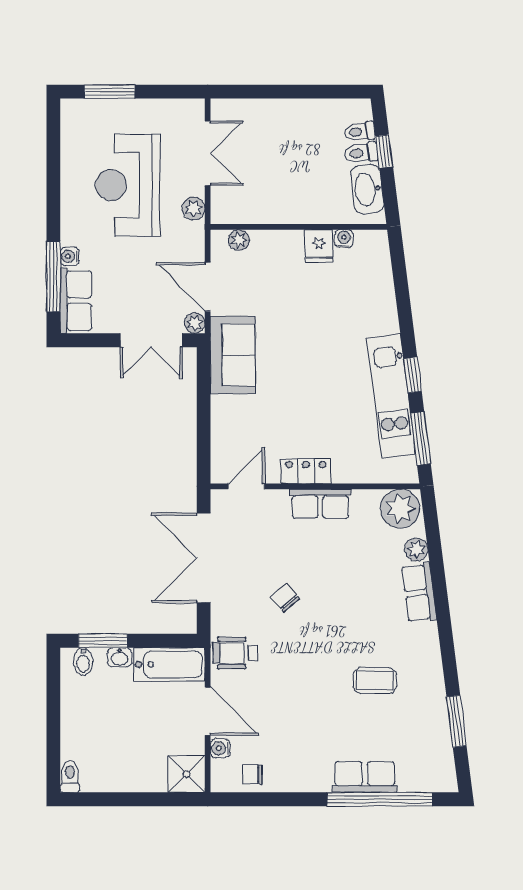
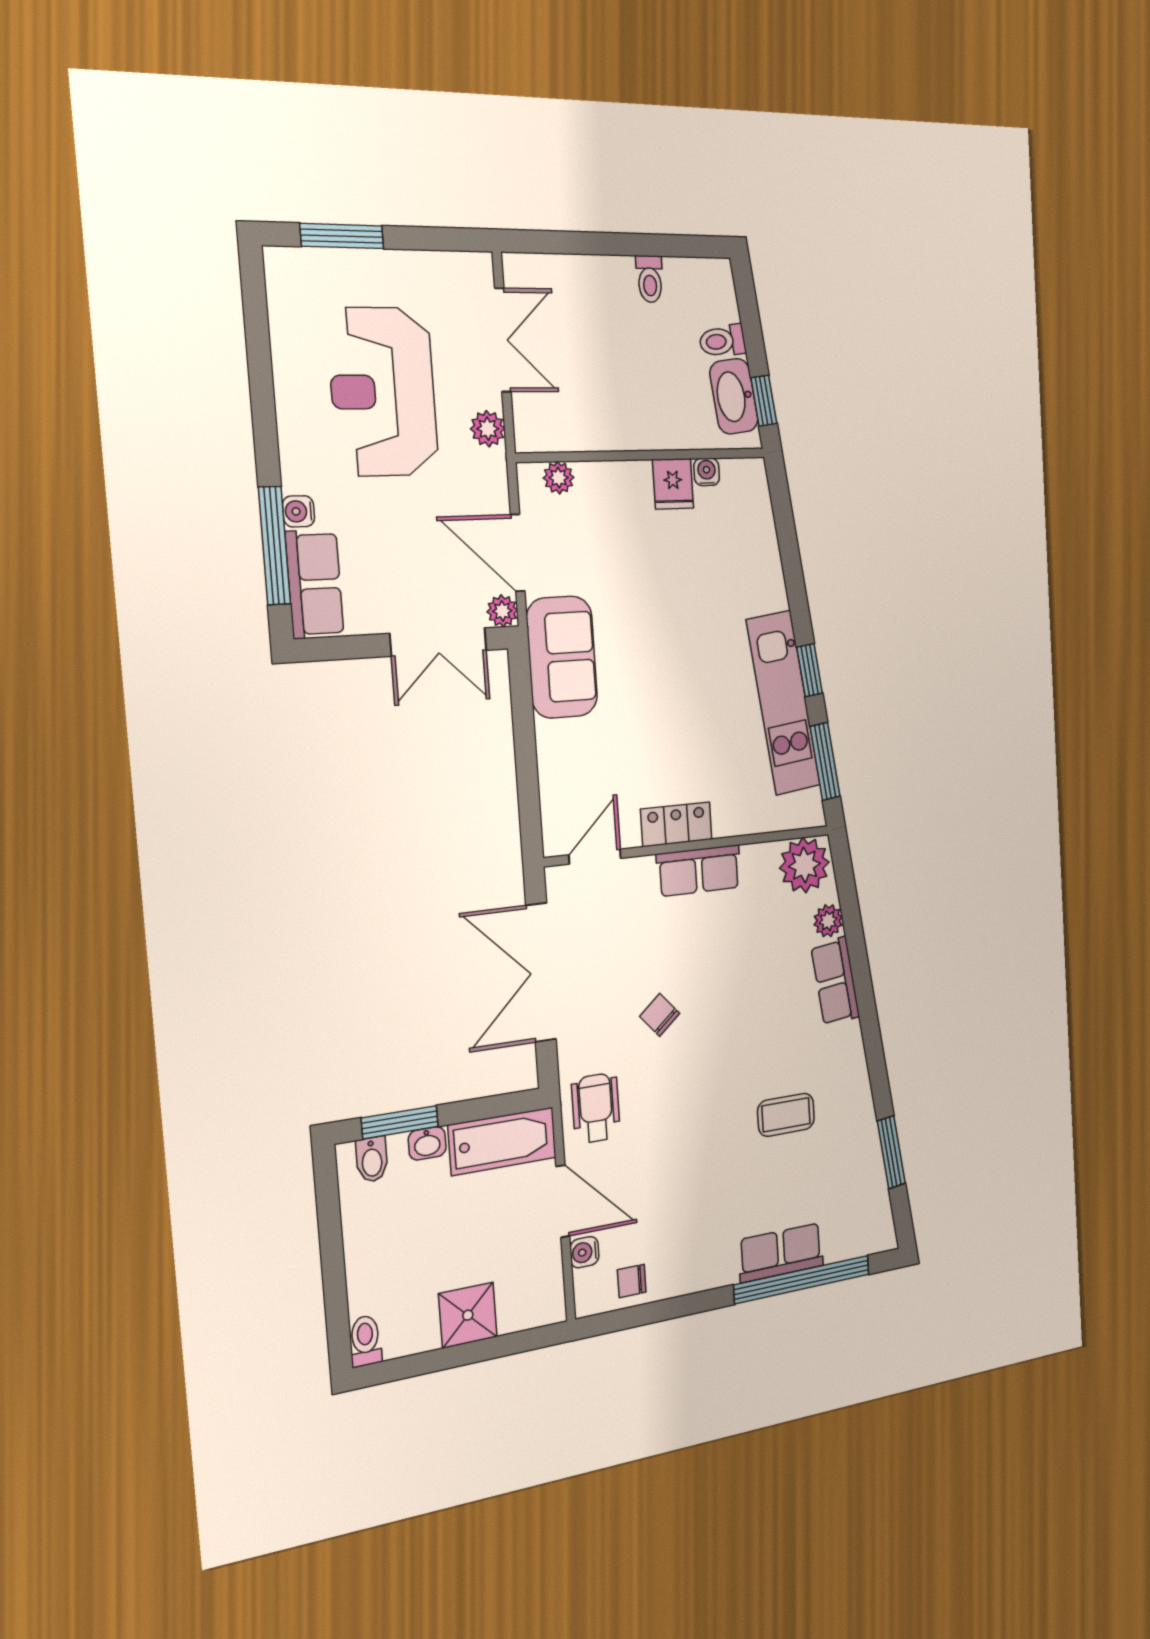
toilet: (360, 132) -> (650, 279), moved, turned -83
window: (384, 151) -> (764, 401), moved
wheelchair: (235, 653) -> (596, 1108), turned 90
shower: (187, 774) -> (468, 1315), moved

